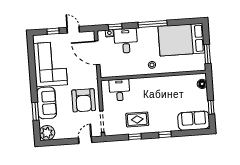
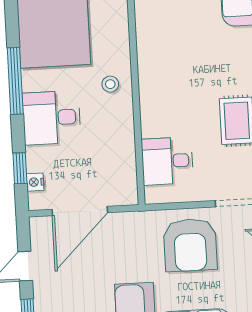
desk: (126, 41) -> (52, 118), moved
armchair: (84, 100) -> (190, 245), turned 90

